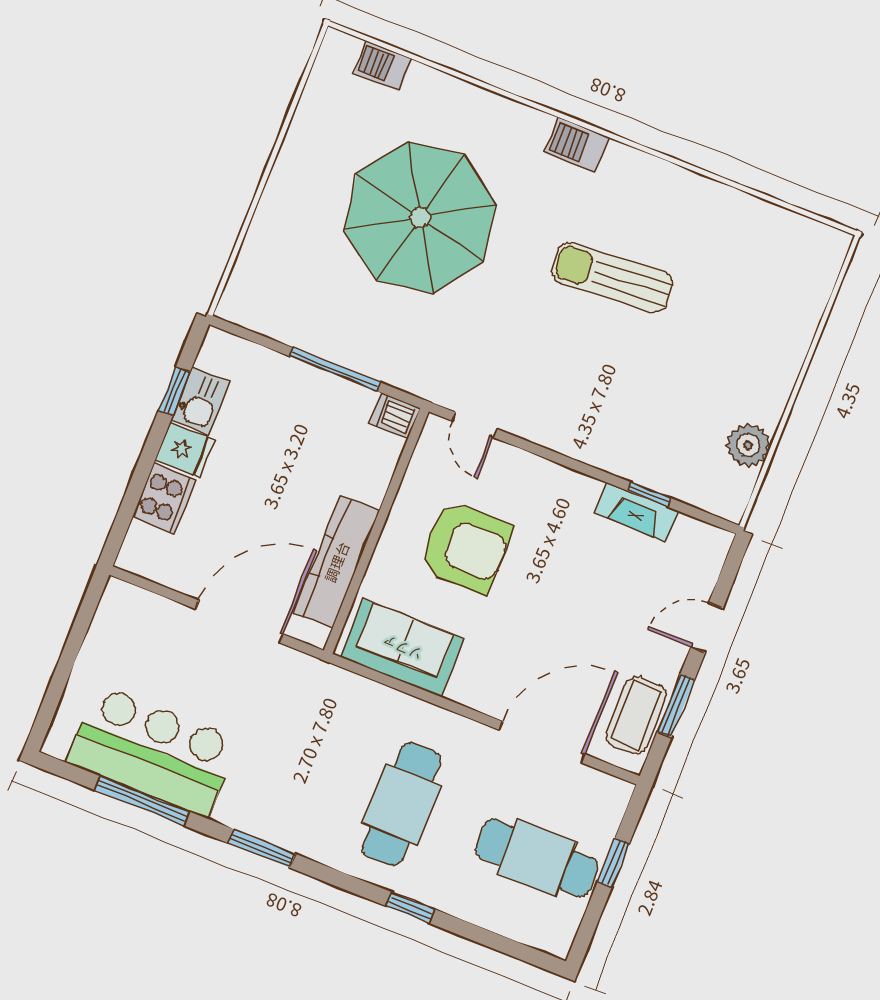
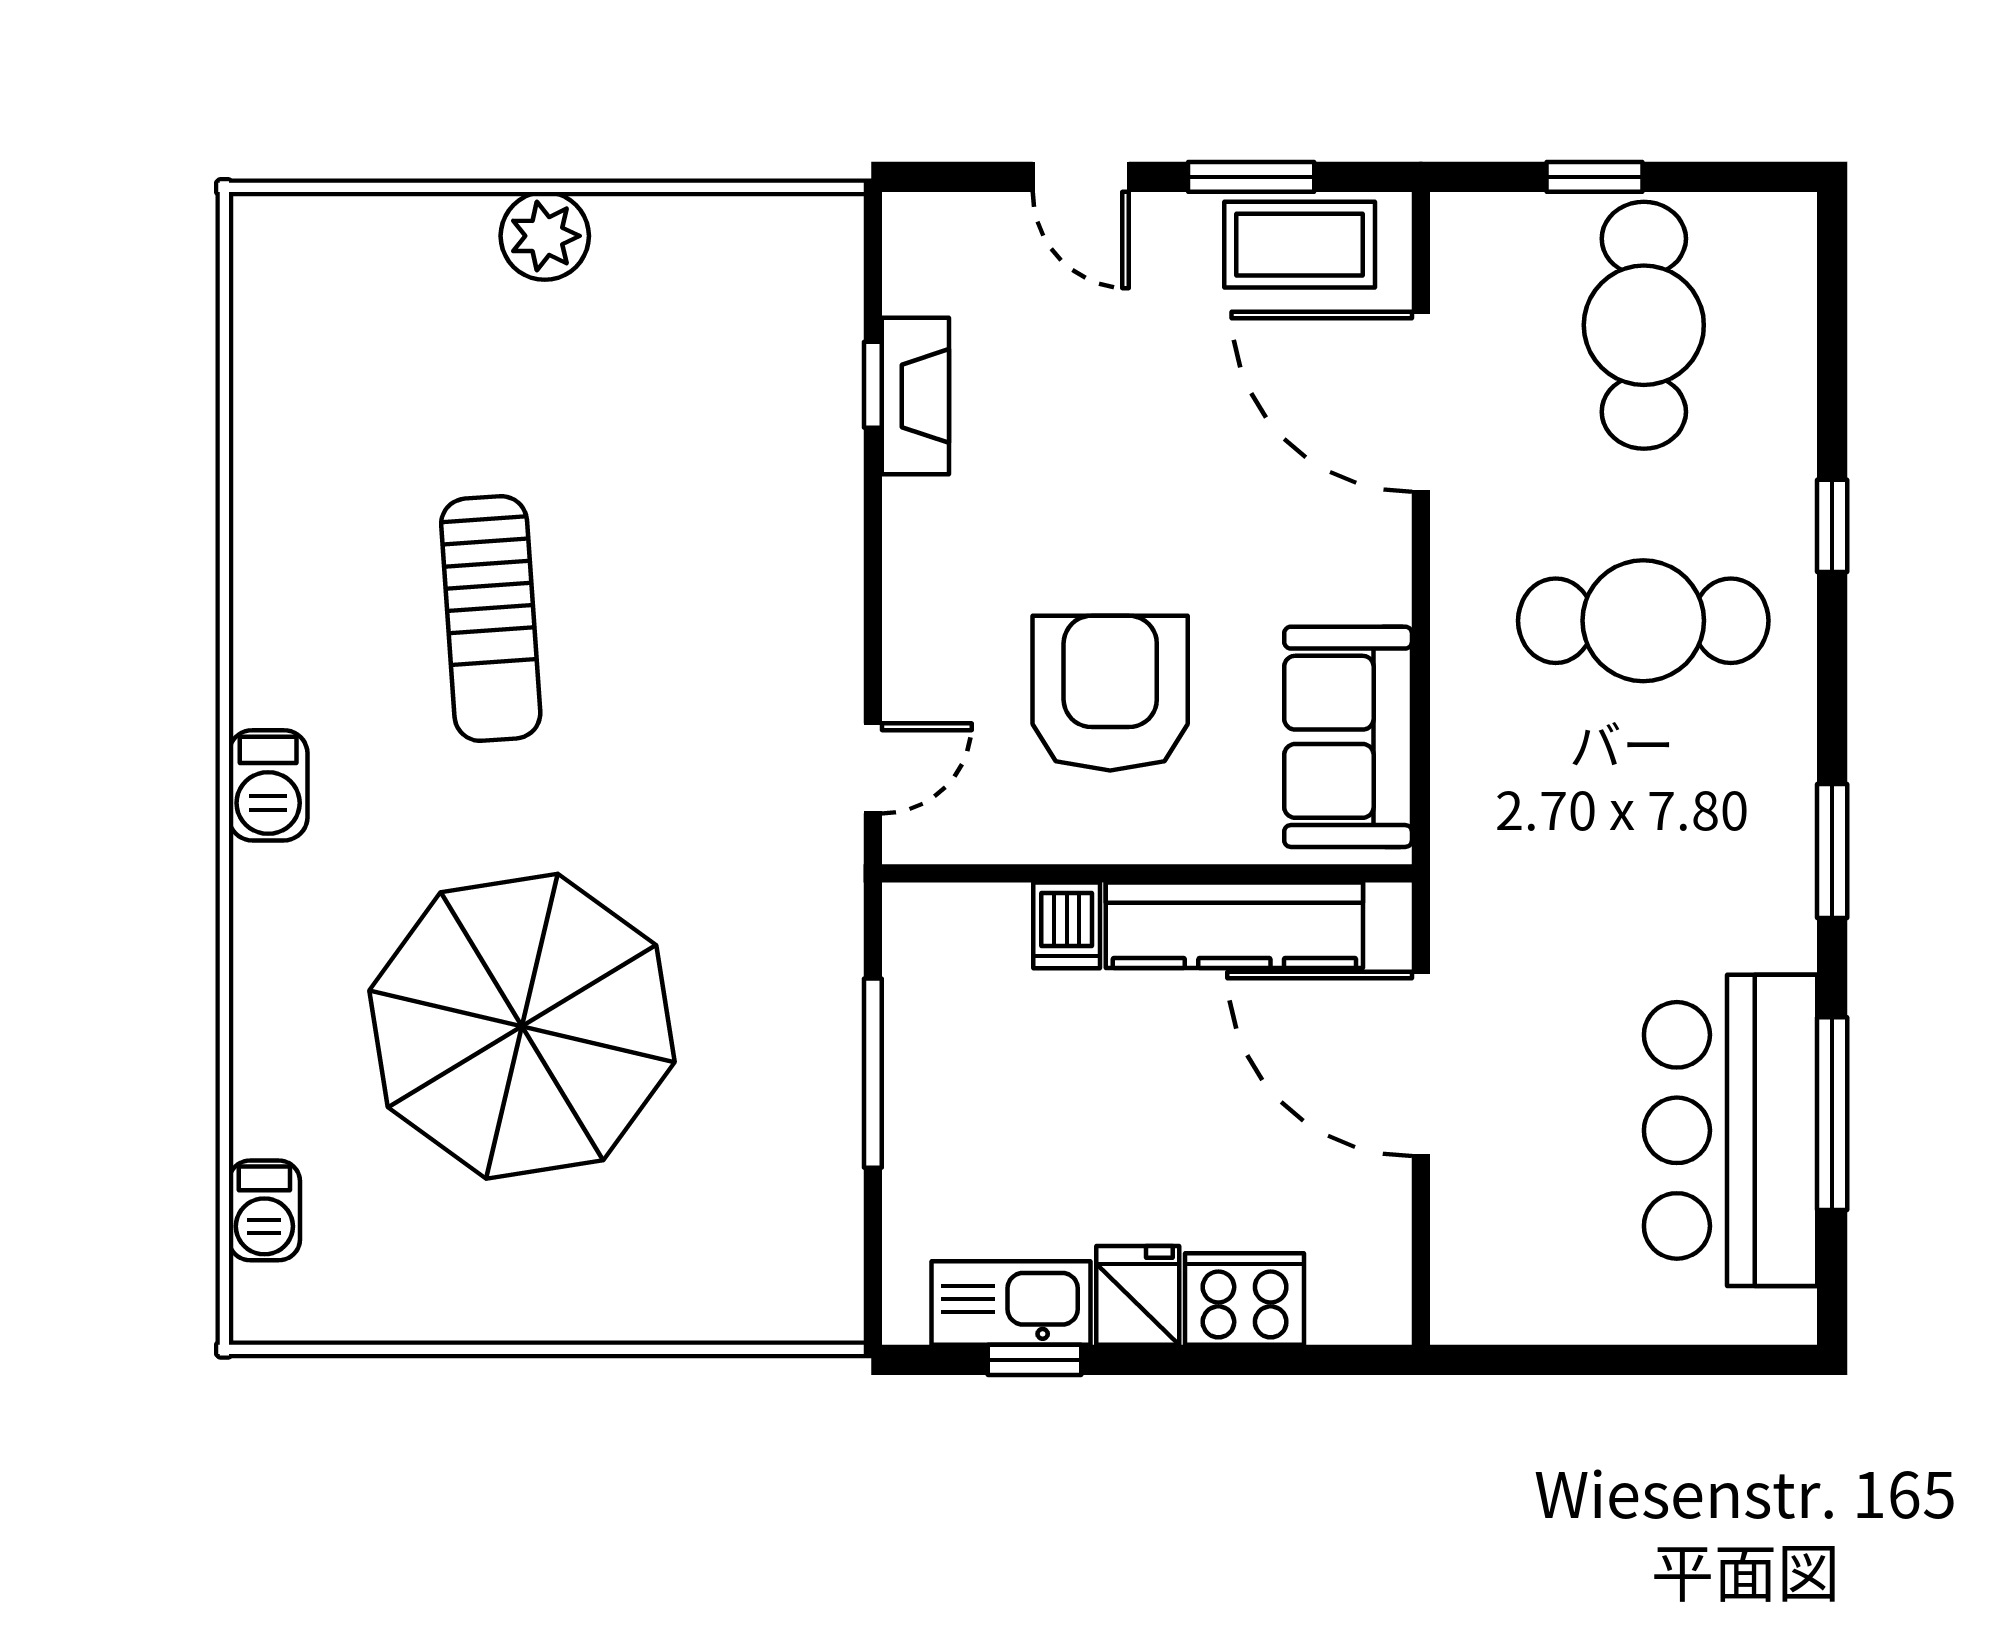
kitchen sink: (201, 401) -> (1011, 1303), width x1.38
dishwasher: (395, 416) -> (1067, 925), moved
plant: (748, 445) -> (545, 236), moved

